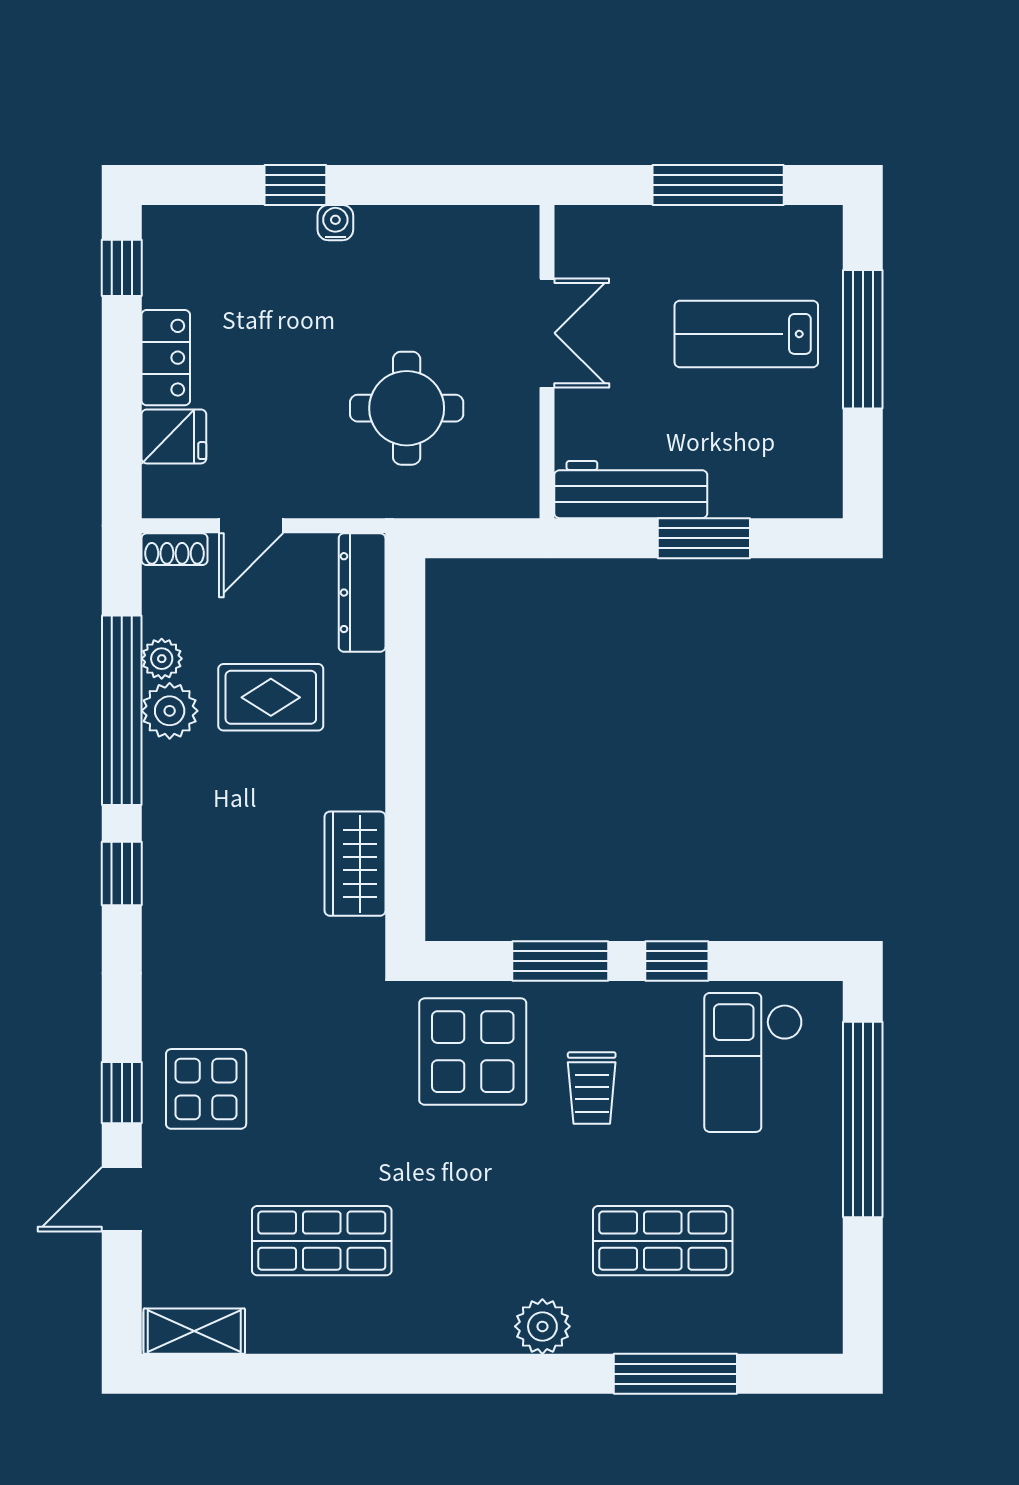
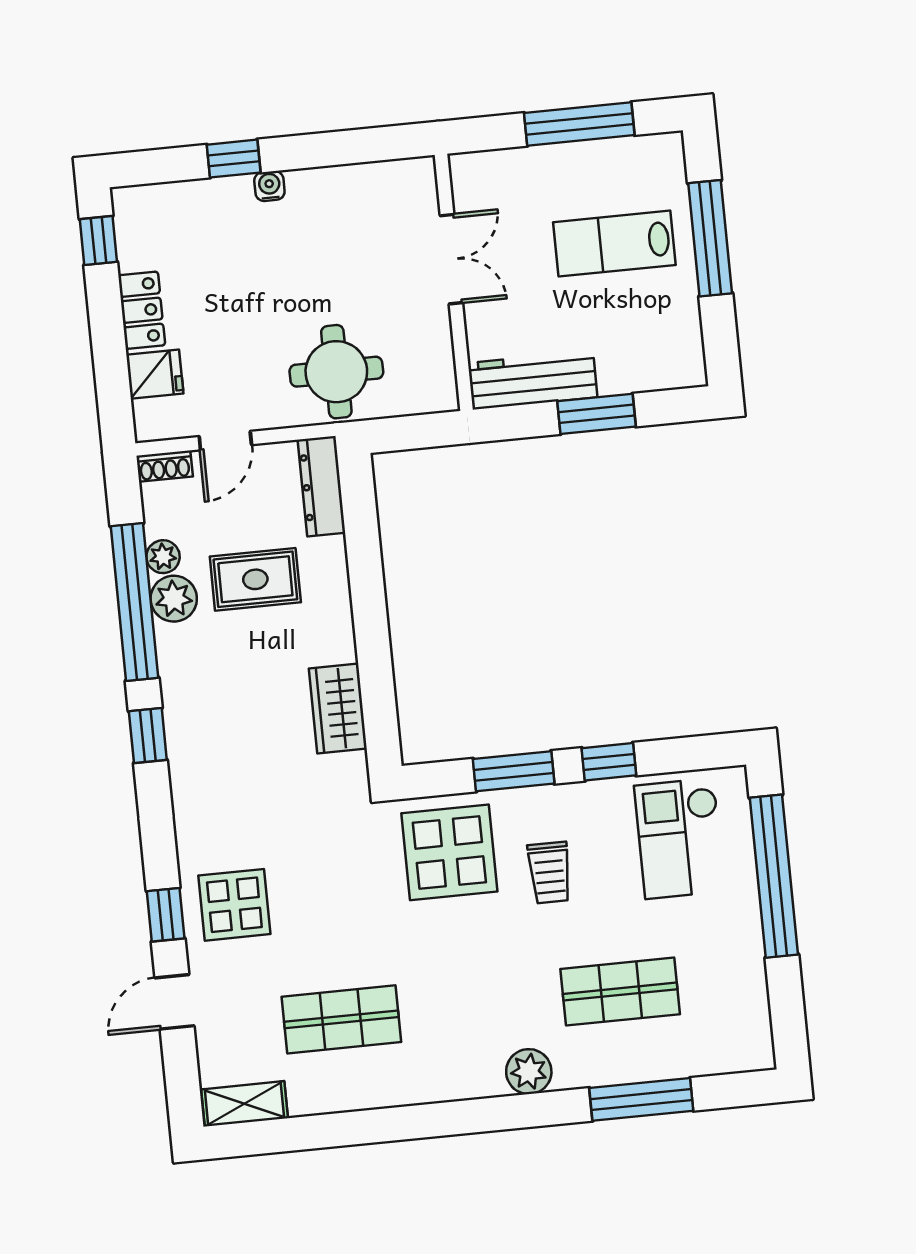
round table: (407, 408) -> (336, 372), moved

